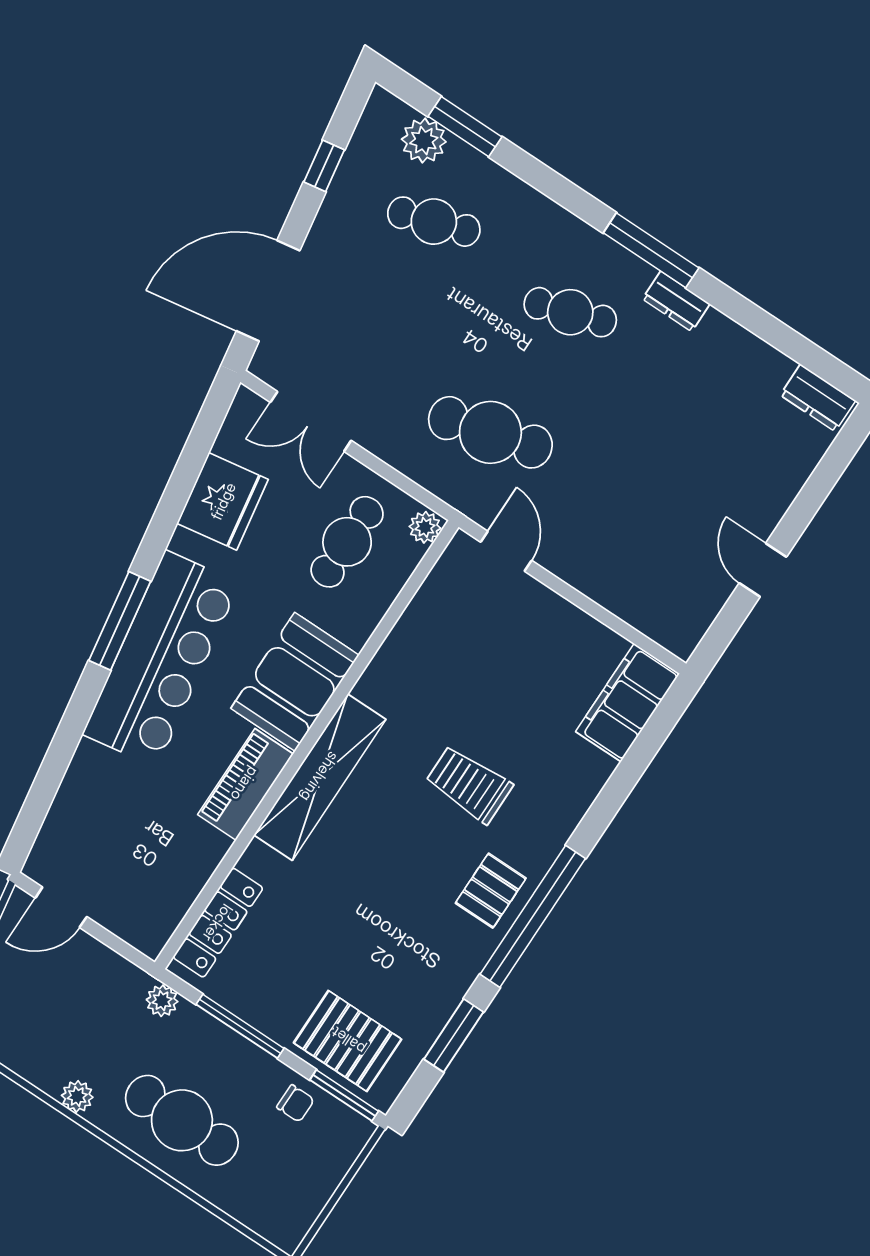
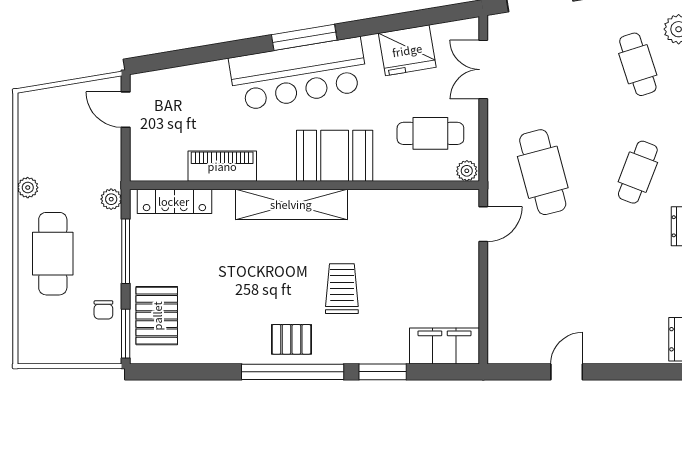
cafe table: (570, 312) -> (638, 172), turned 39
piano: (245, 784) -> (222, 166), moved
window: (454, 1036) -> (383, 372), moved

